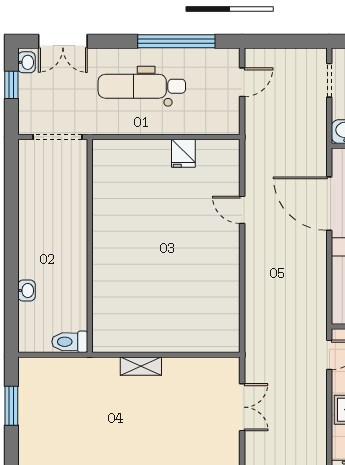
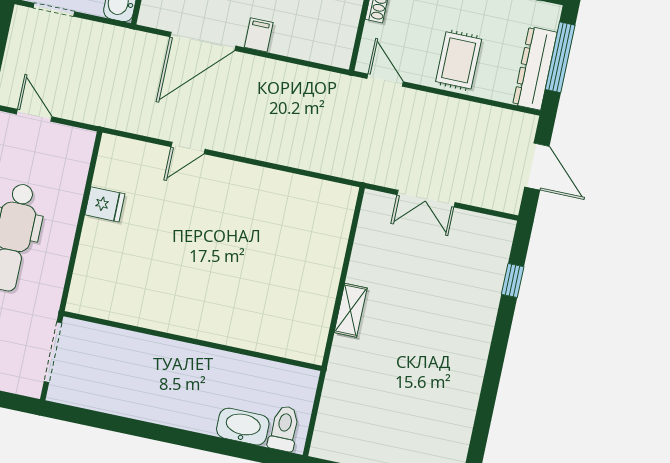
washbasin: (27, 291) -> (243, 427), width x1.91, depth x1.45
toilet: (70, 342) -> (284, 428), moved, turned 180
double door: (242, 407) -> (426, 199), swing flipped

